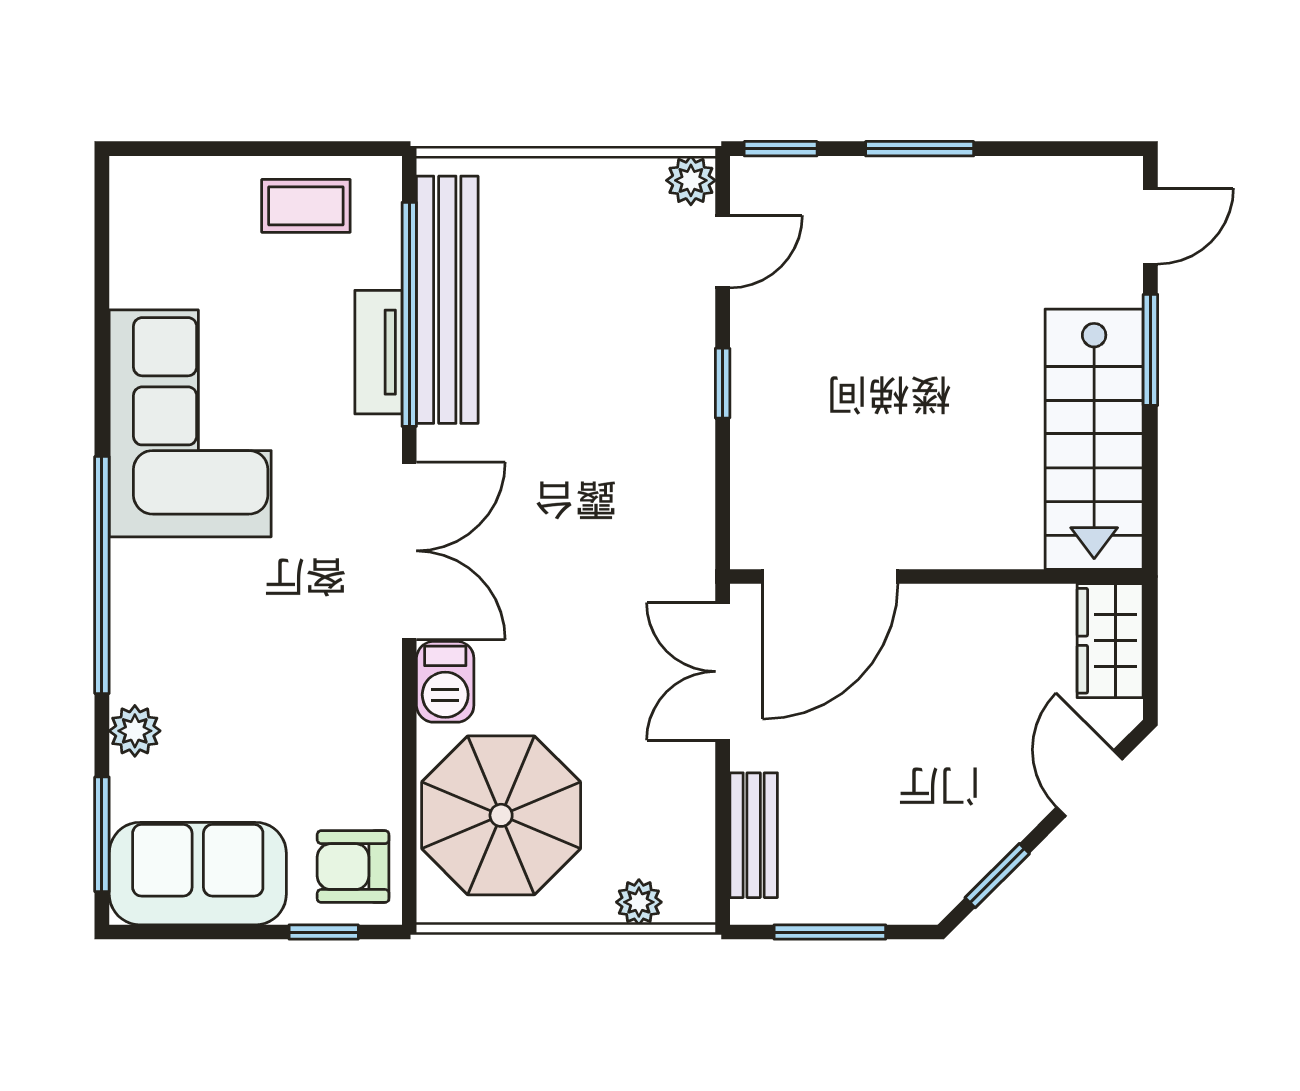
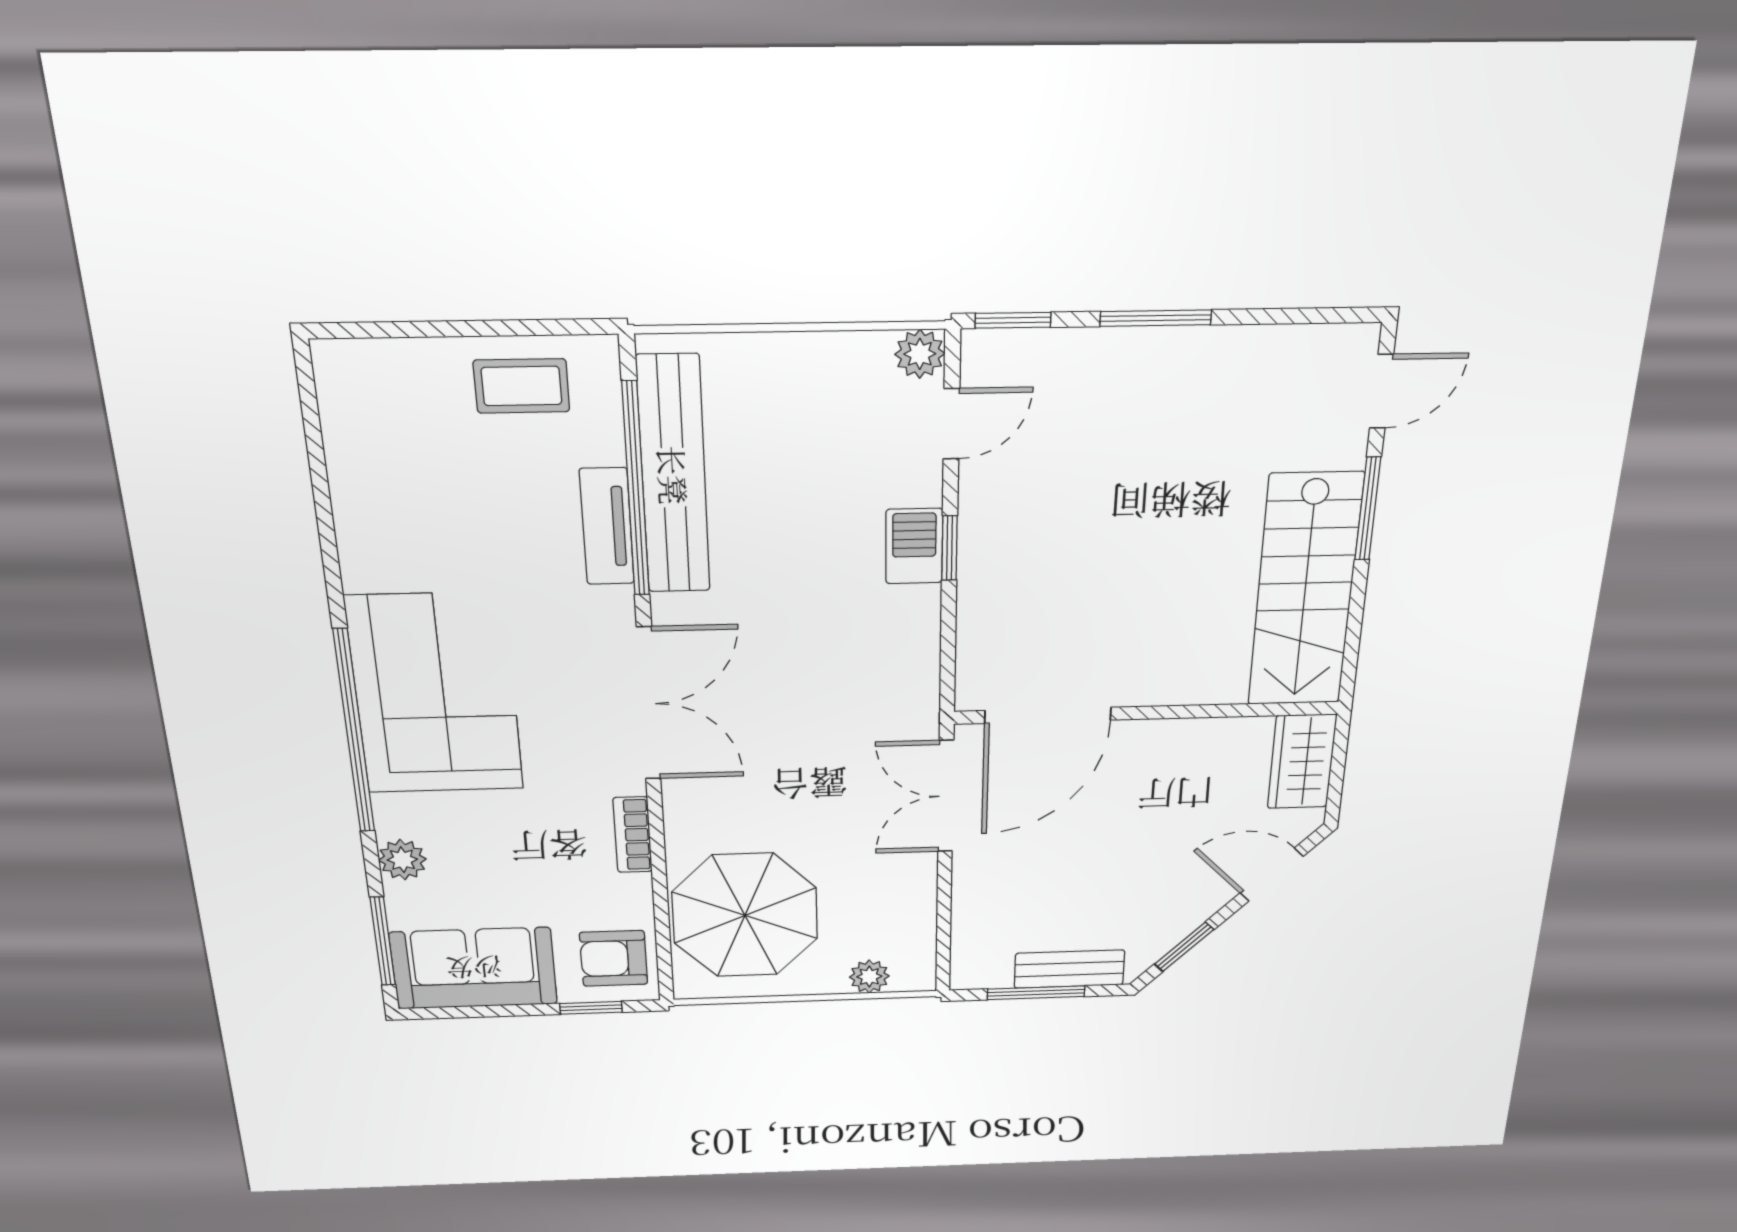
corner sofa: (190, 423) -> (435, 694), moved
barbecue: (445, 682) -> (914, 546), moved, turned 180
bookcase: (383, 708) -> (633, 835), added
door: (1090, 783) -> (1272, 875), hinge flipped
bench: (754, 835) -> (1069, 969), moved, turned 90

